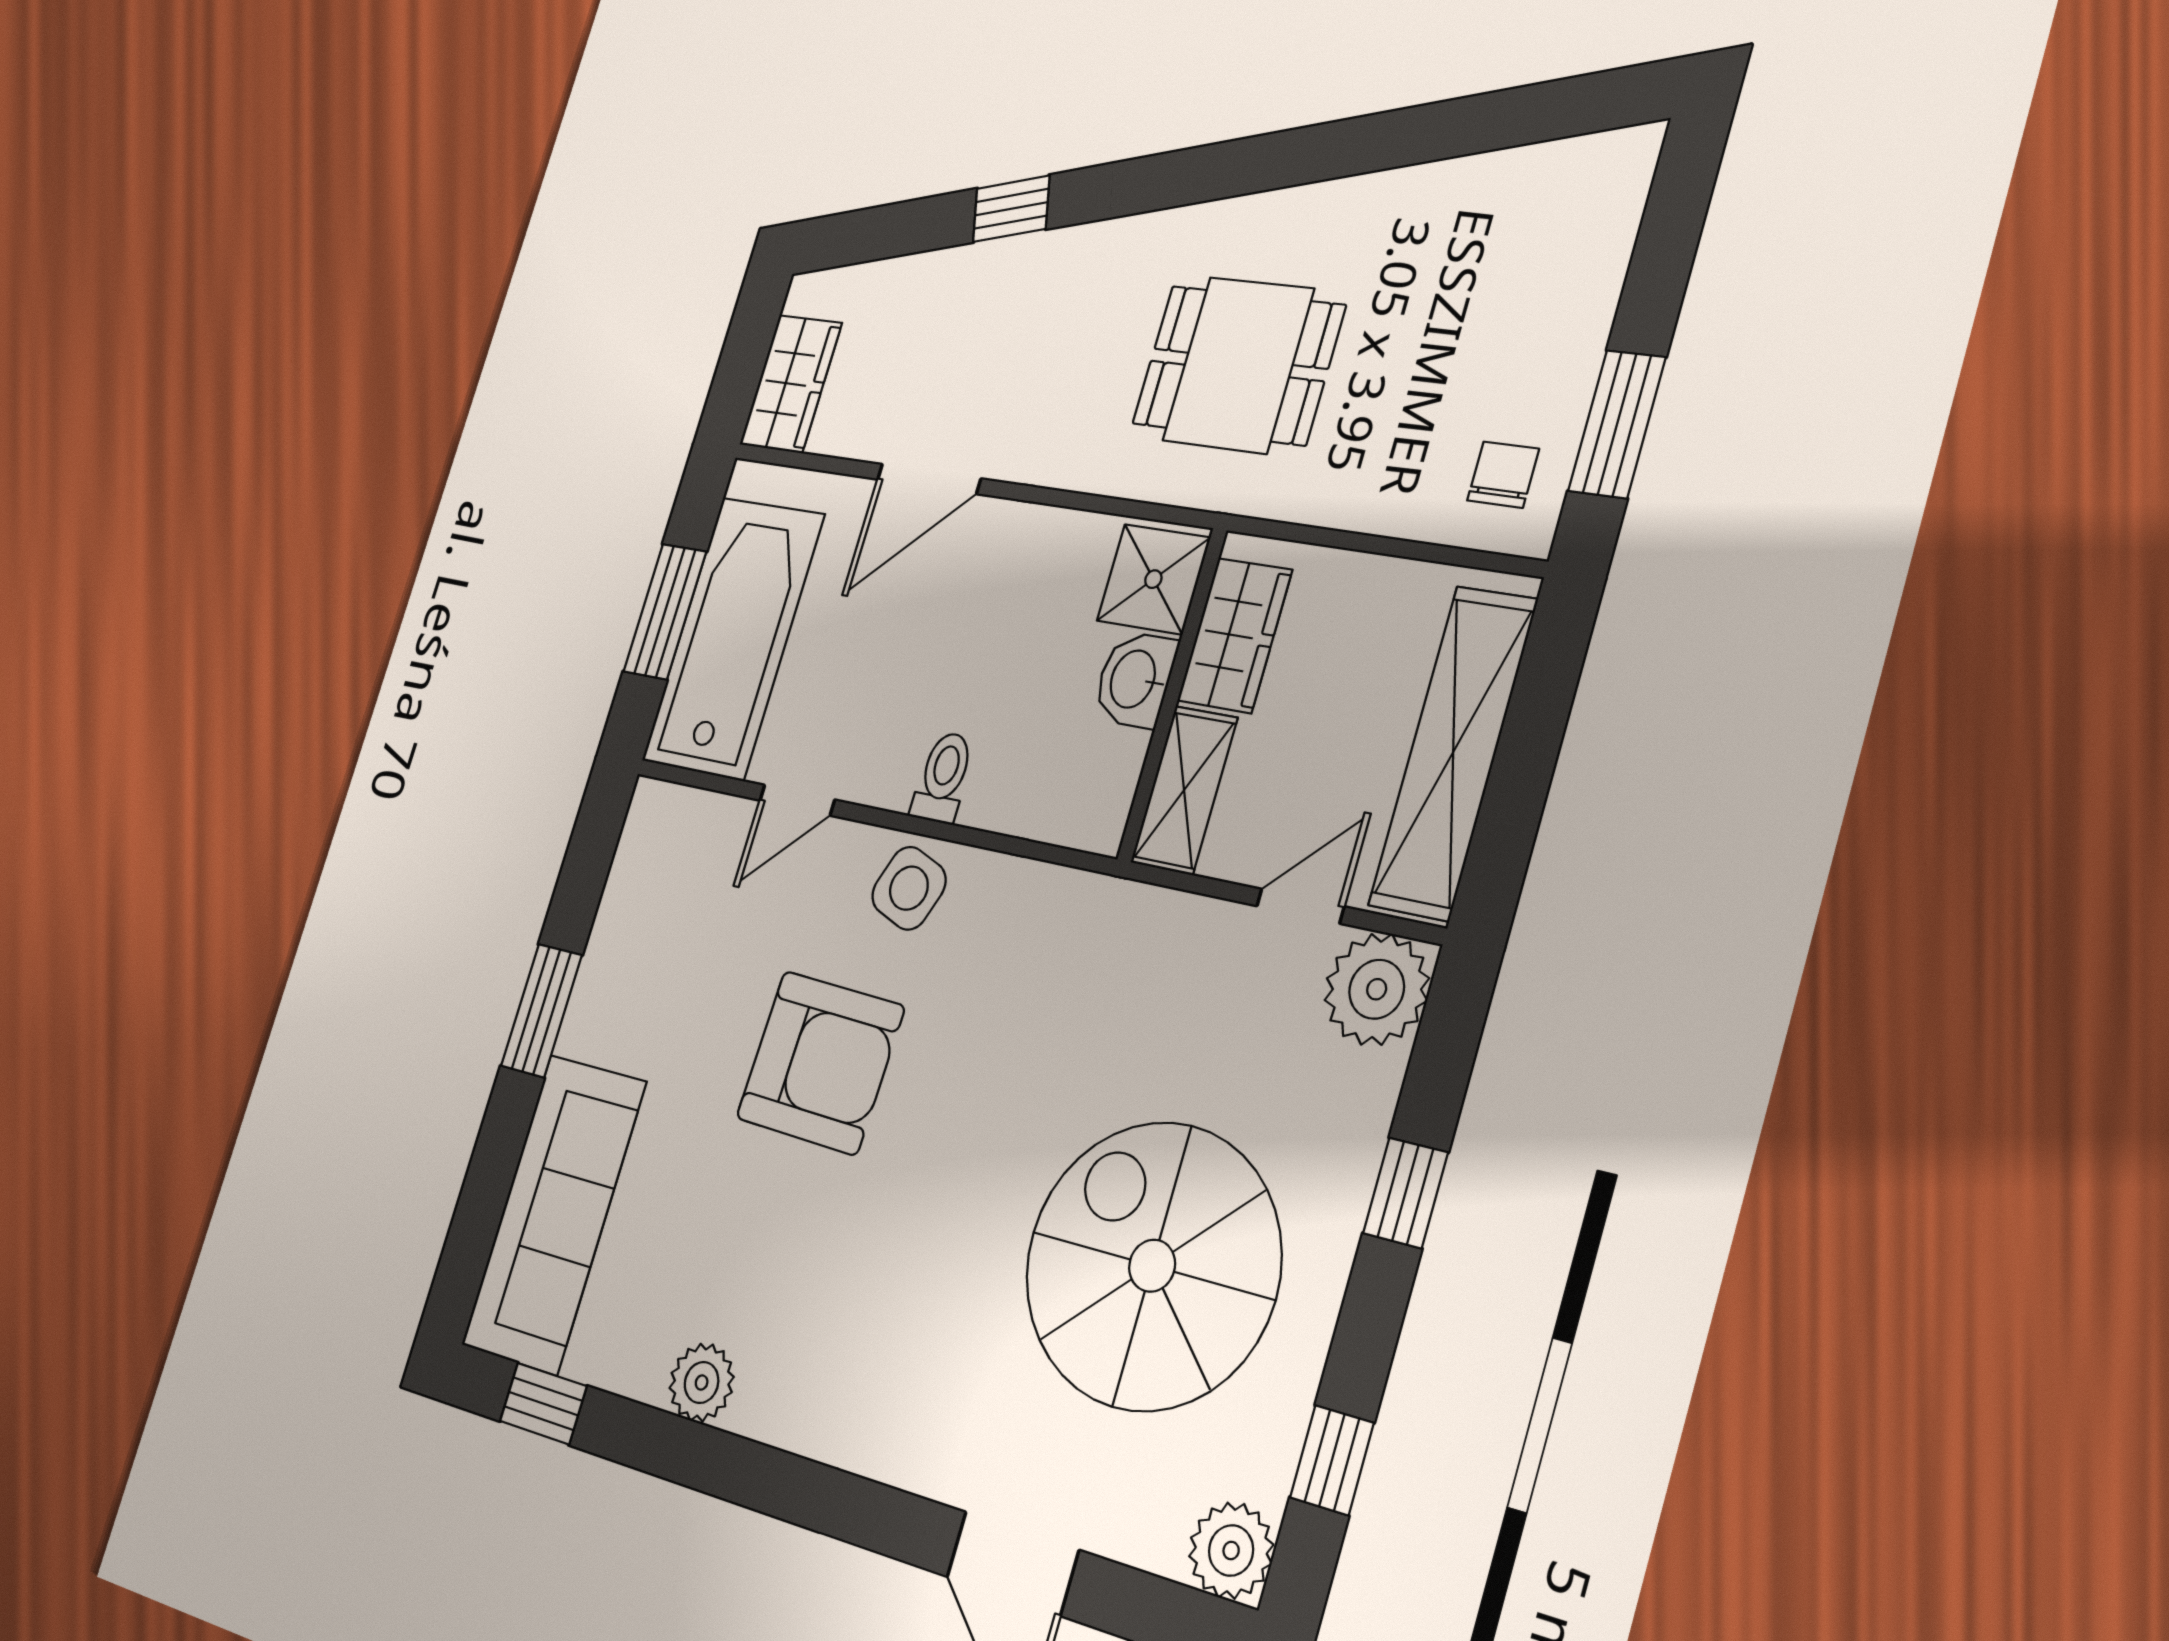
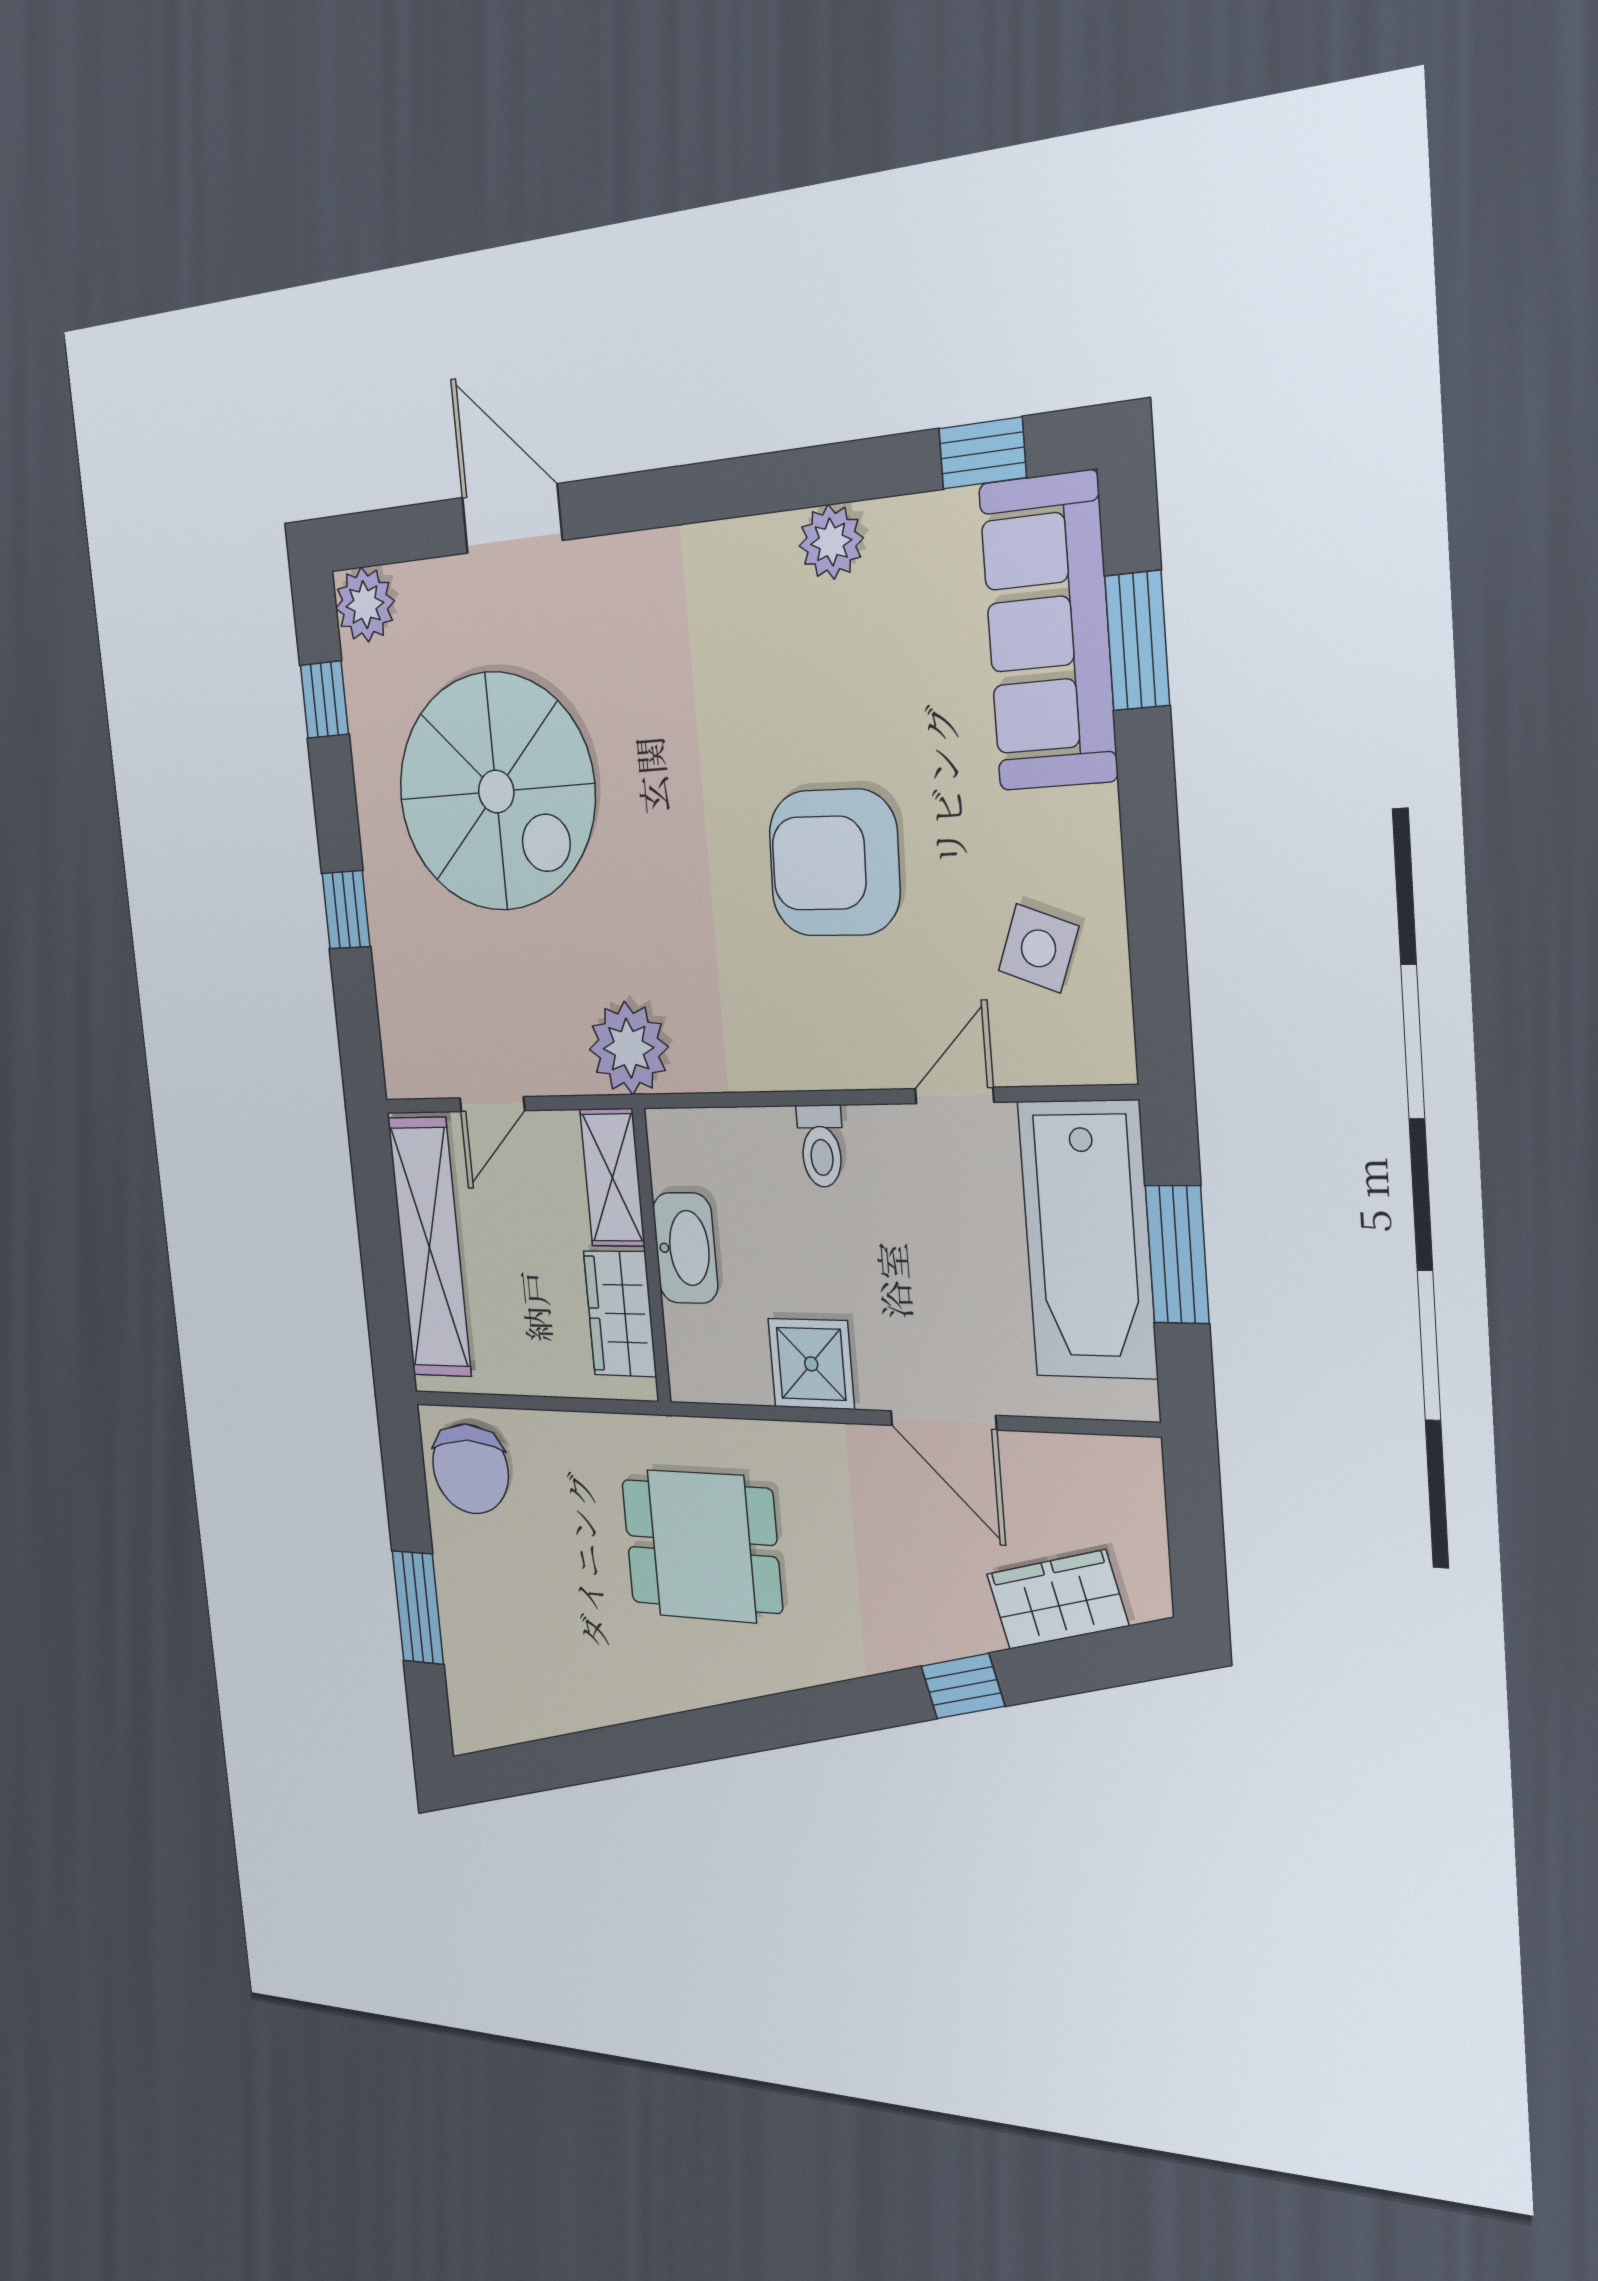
wardrobe: (791, 384) -> (1057, 1600), moved, turned 76
window: (1617, 424) -> (418, 1608), moved
chair: (1503, 475) -> (470, 1469), width x1.87, depth x1.87
door: (929, 479) -> (943, 1420), swing flipped
shower: (1153, 579) -> (811, 1364), moved
washbasin: (1135, 679) -> (685, 1248), width x1.38
side table: (909, 888) -> (1039, 948), moved
plant: (1377, 989) -> (629, 1048), moved
window: (541, 1011) -> (1137, 641), moved

